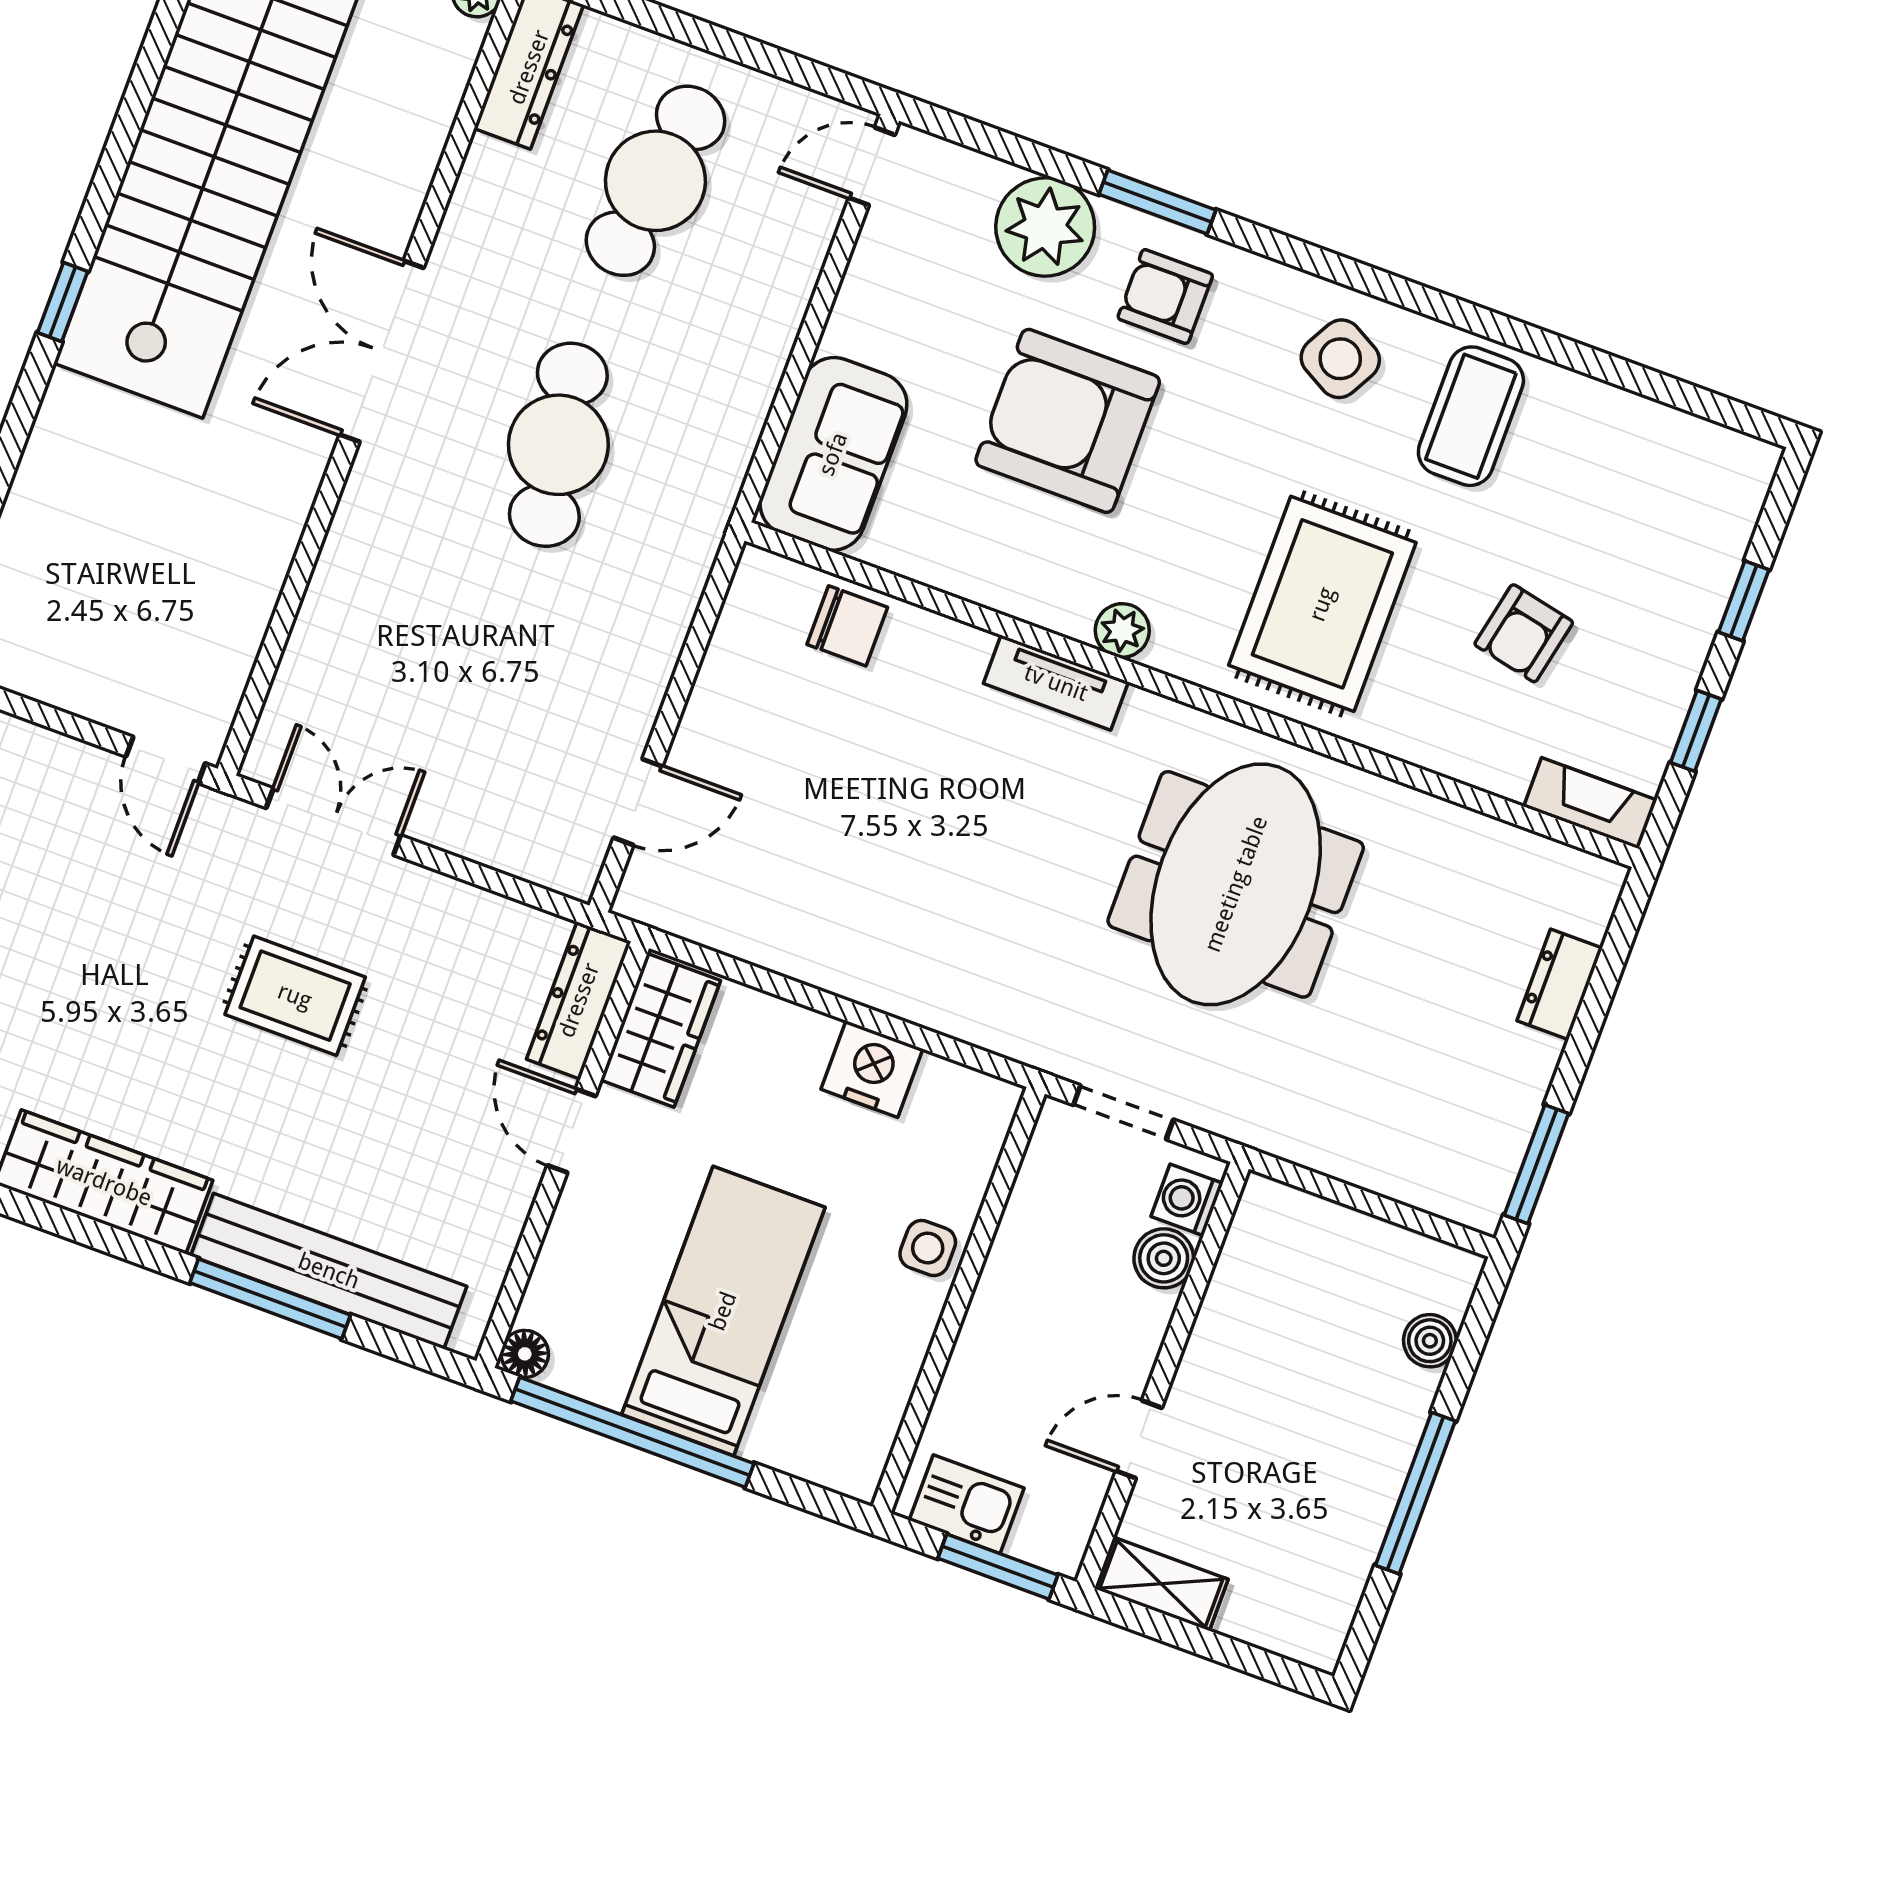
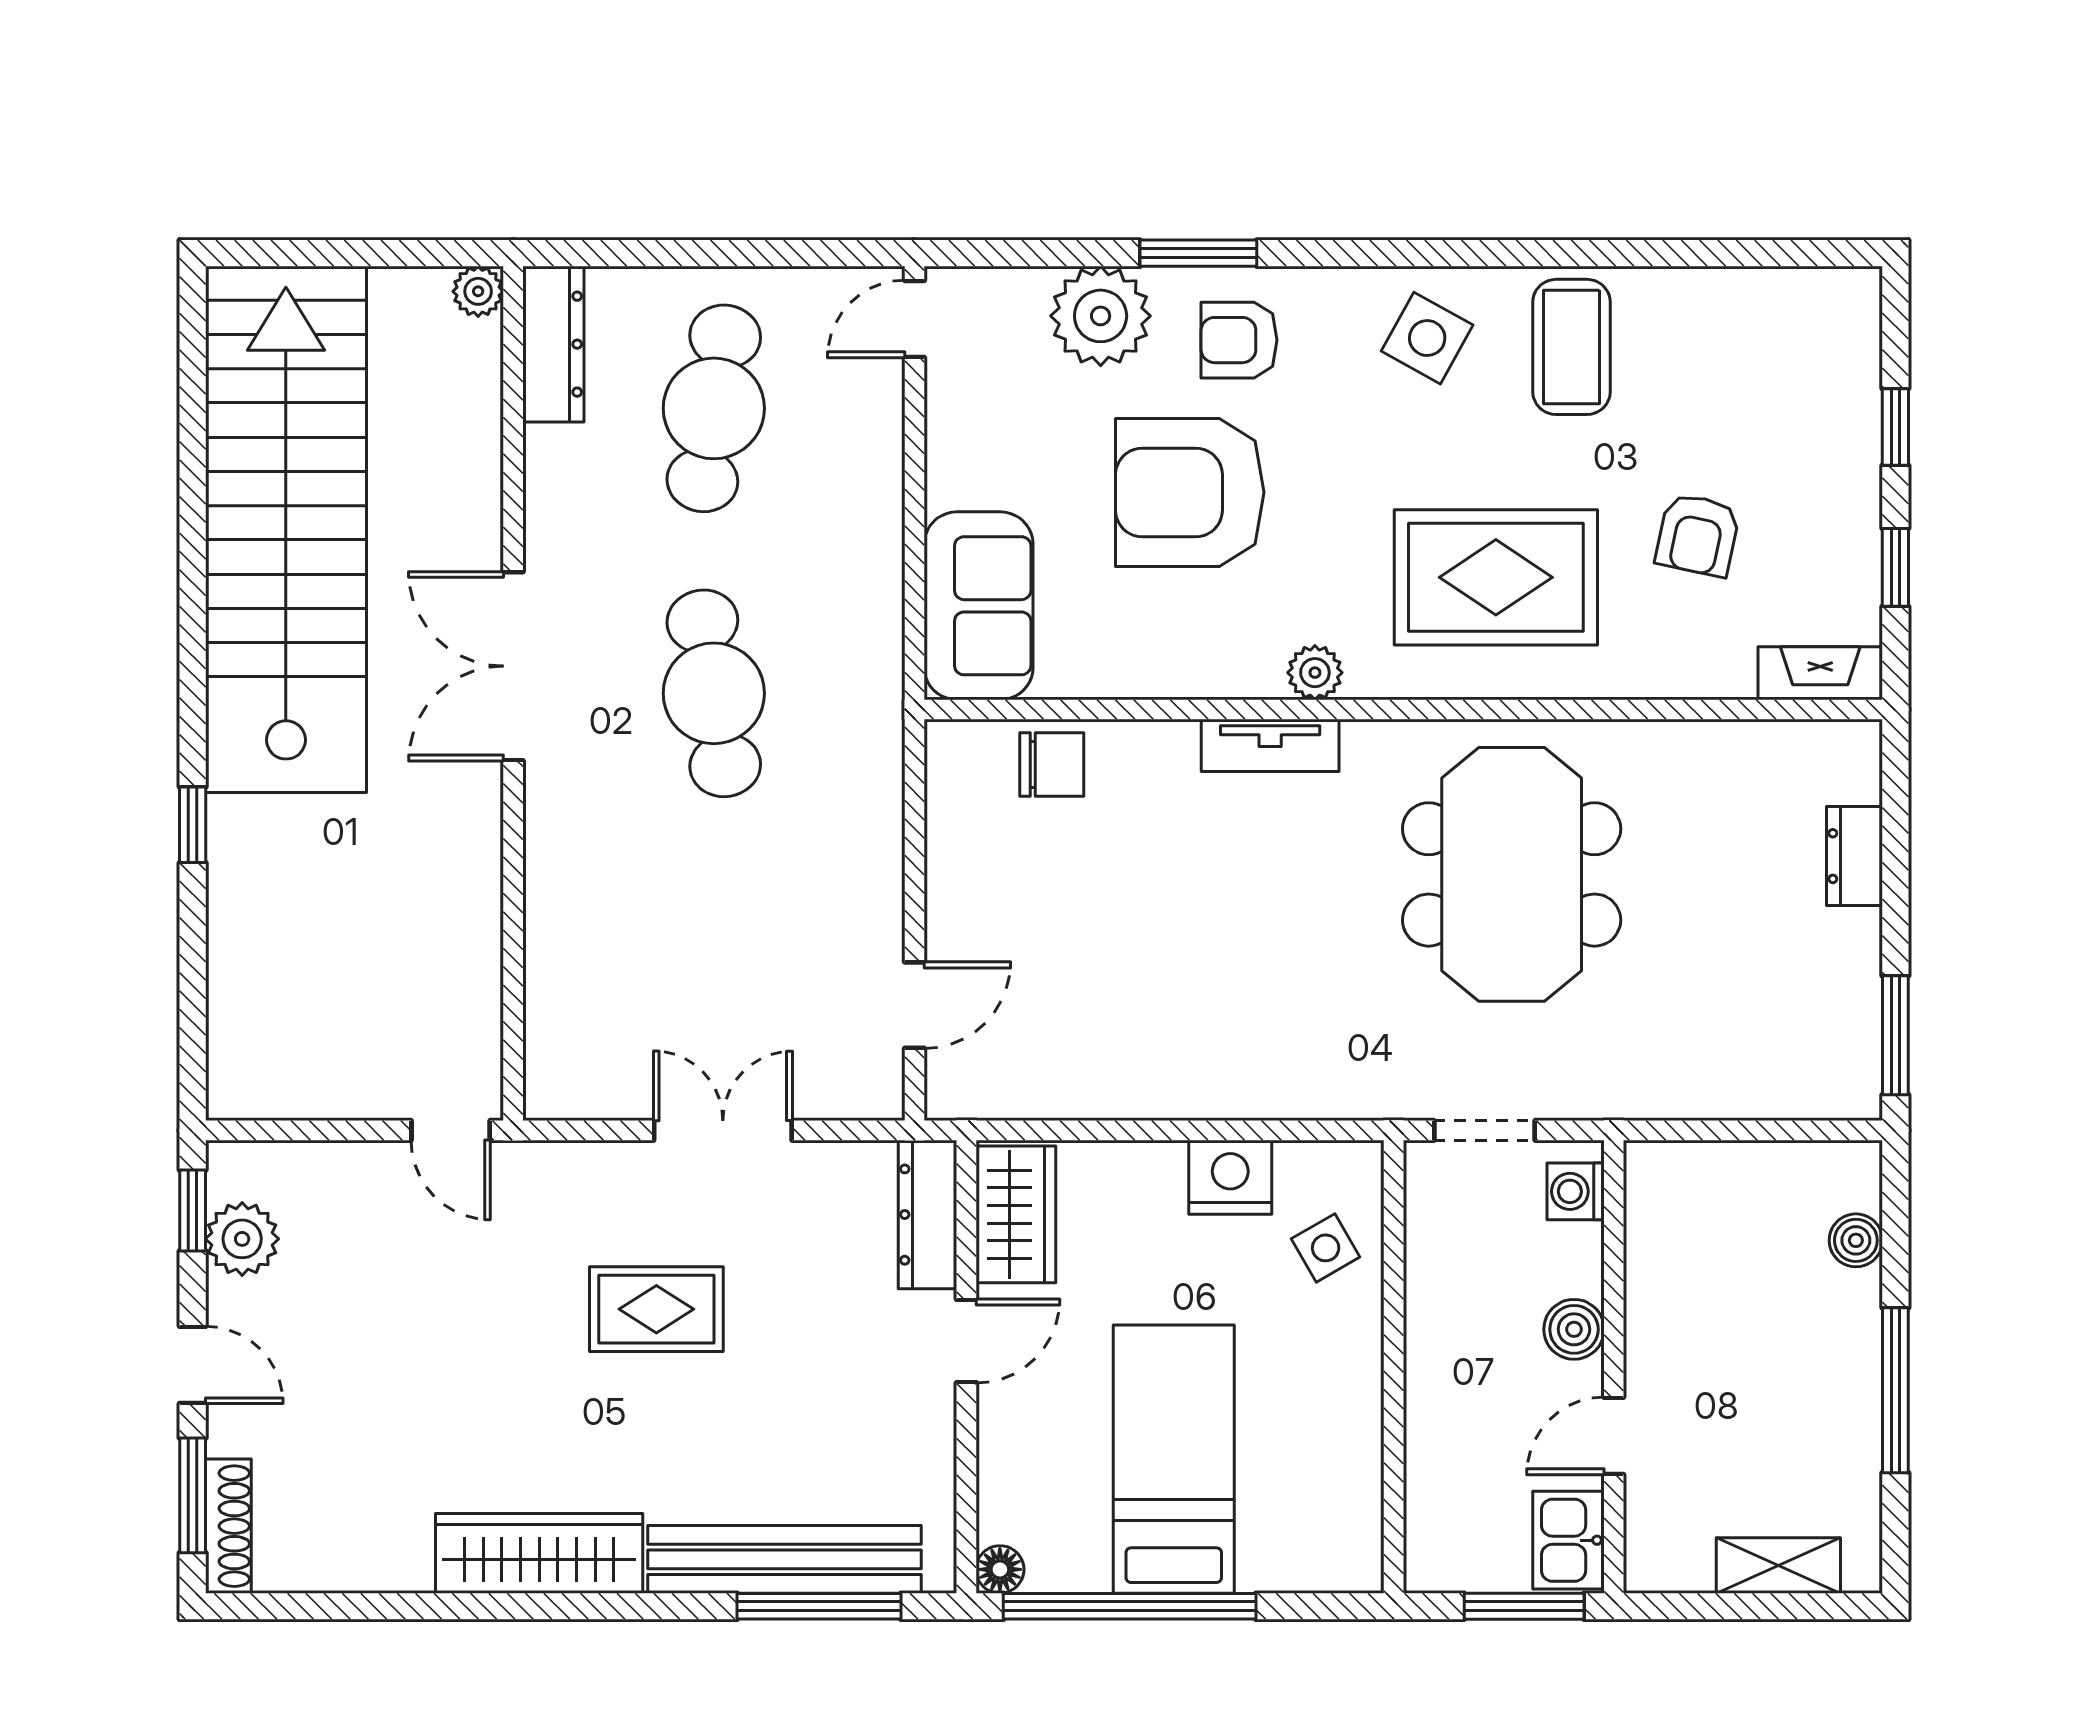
window: (63, 302) -> (193, 825), moved
rug: (1322, 604) -> (1496, 577), turned 90
double door: (333, 822) -> (723, 1130), moved
door: (571, 1131) -> (966, 1341), swing flipped
side table: (928, 1248) -> (1326, 1248), moved, turned -30
boiler: (1164, 1258) -> (1574, 1329), moved
window: (270, 1299) -> (819, 1606), moved
kitchen sink: (967, 1504) -> (1569, 1540), moved, turned -90
shelving: (1161, 1584) -> (1778, 1565), moved

